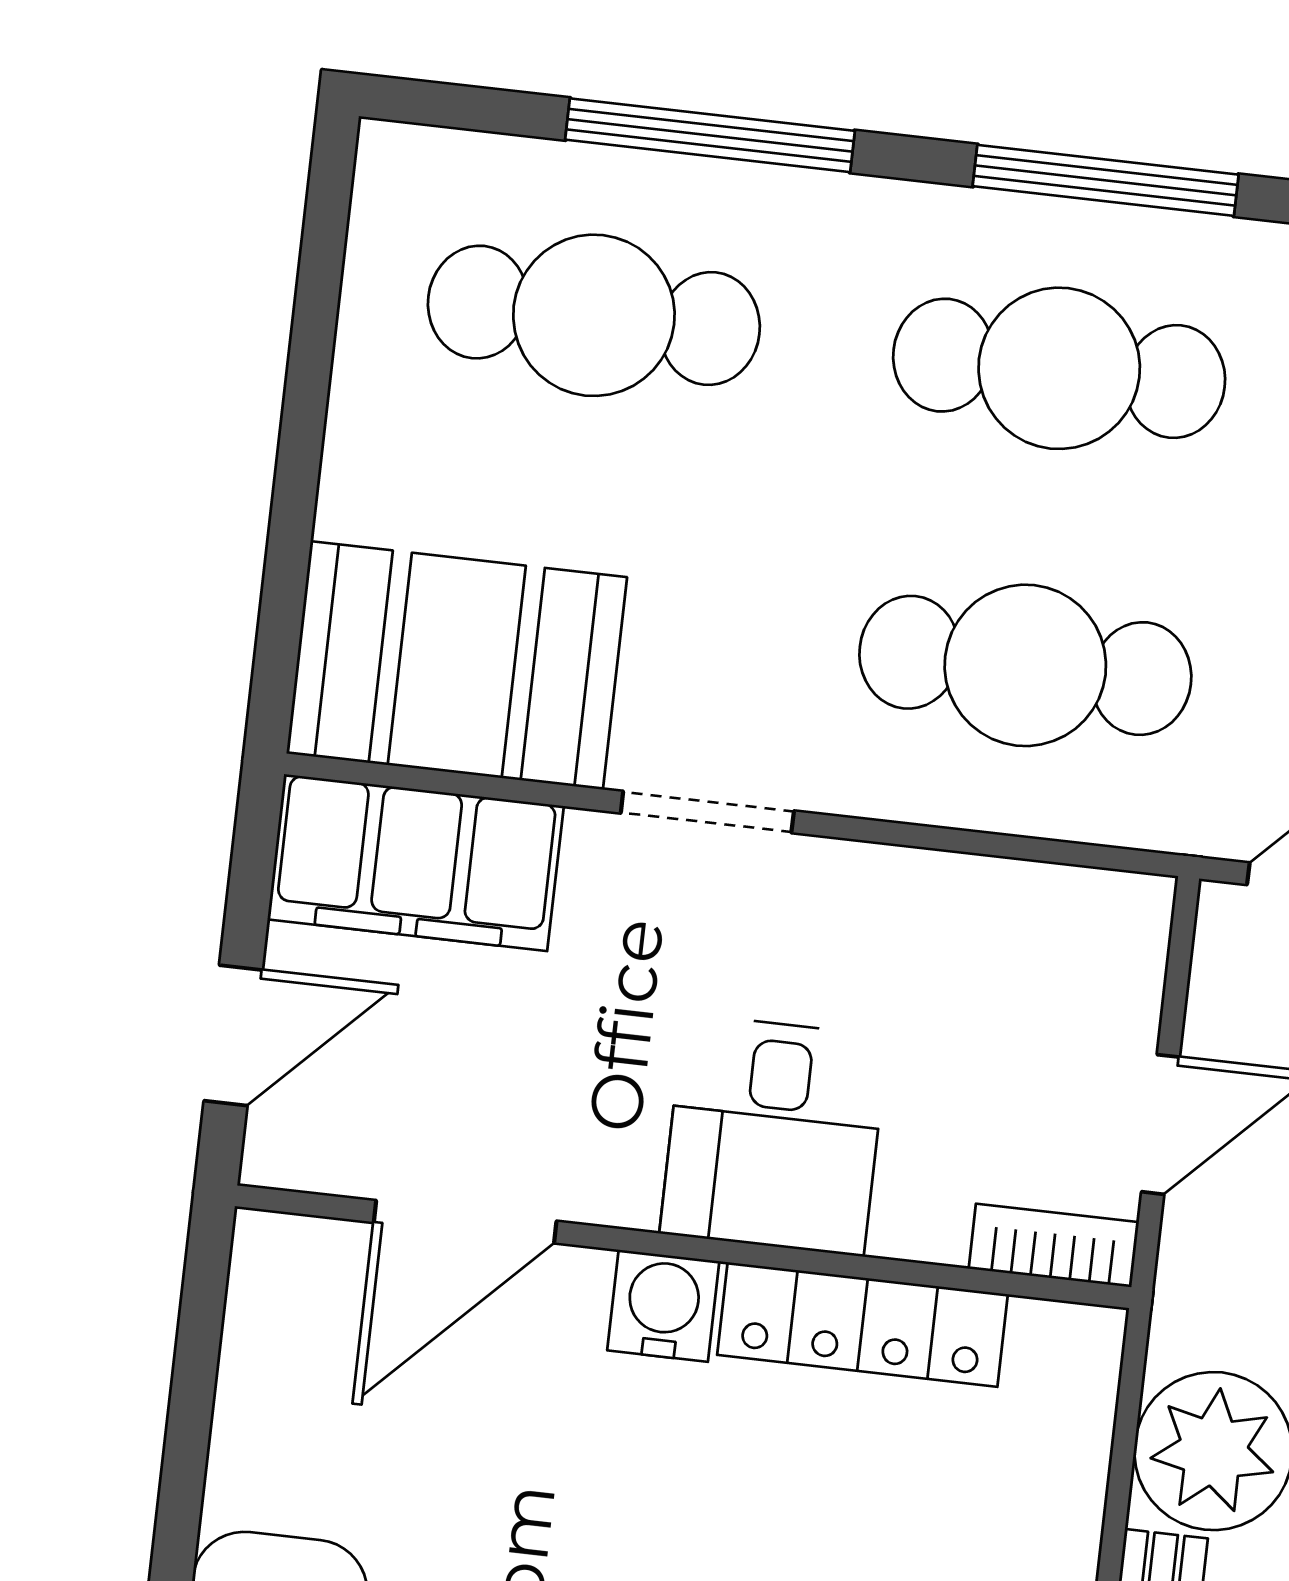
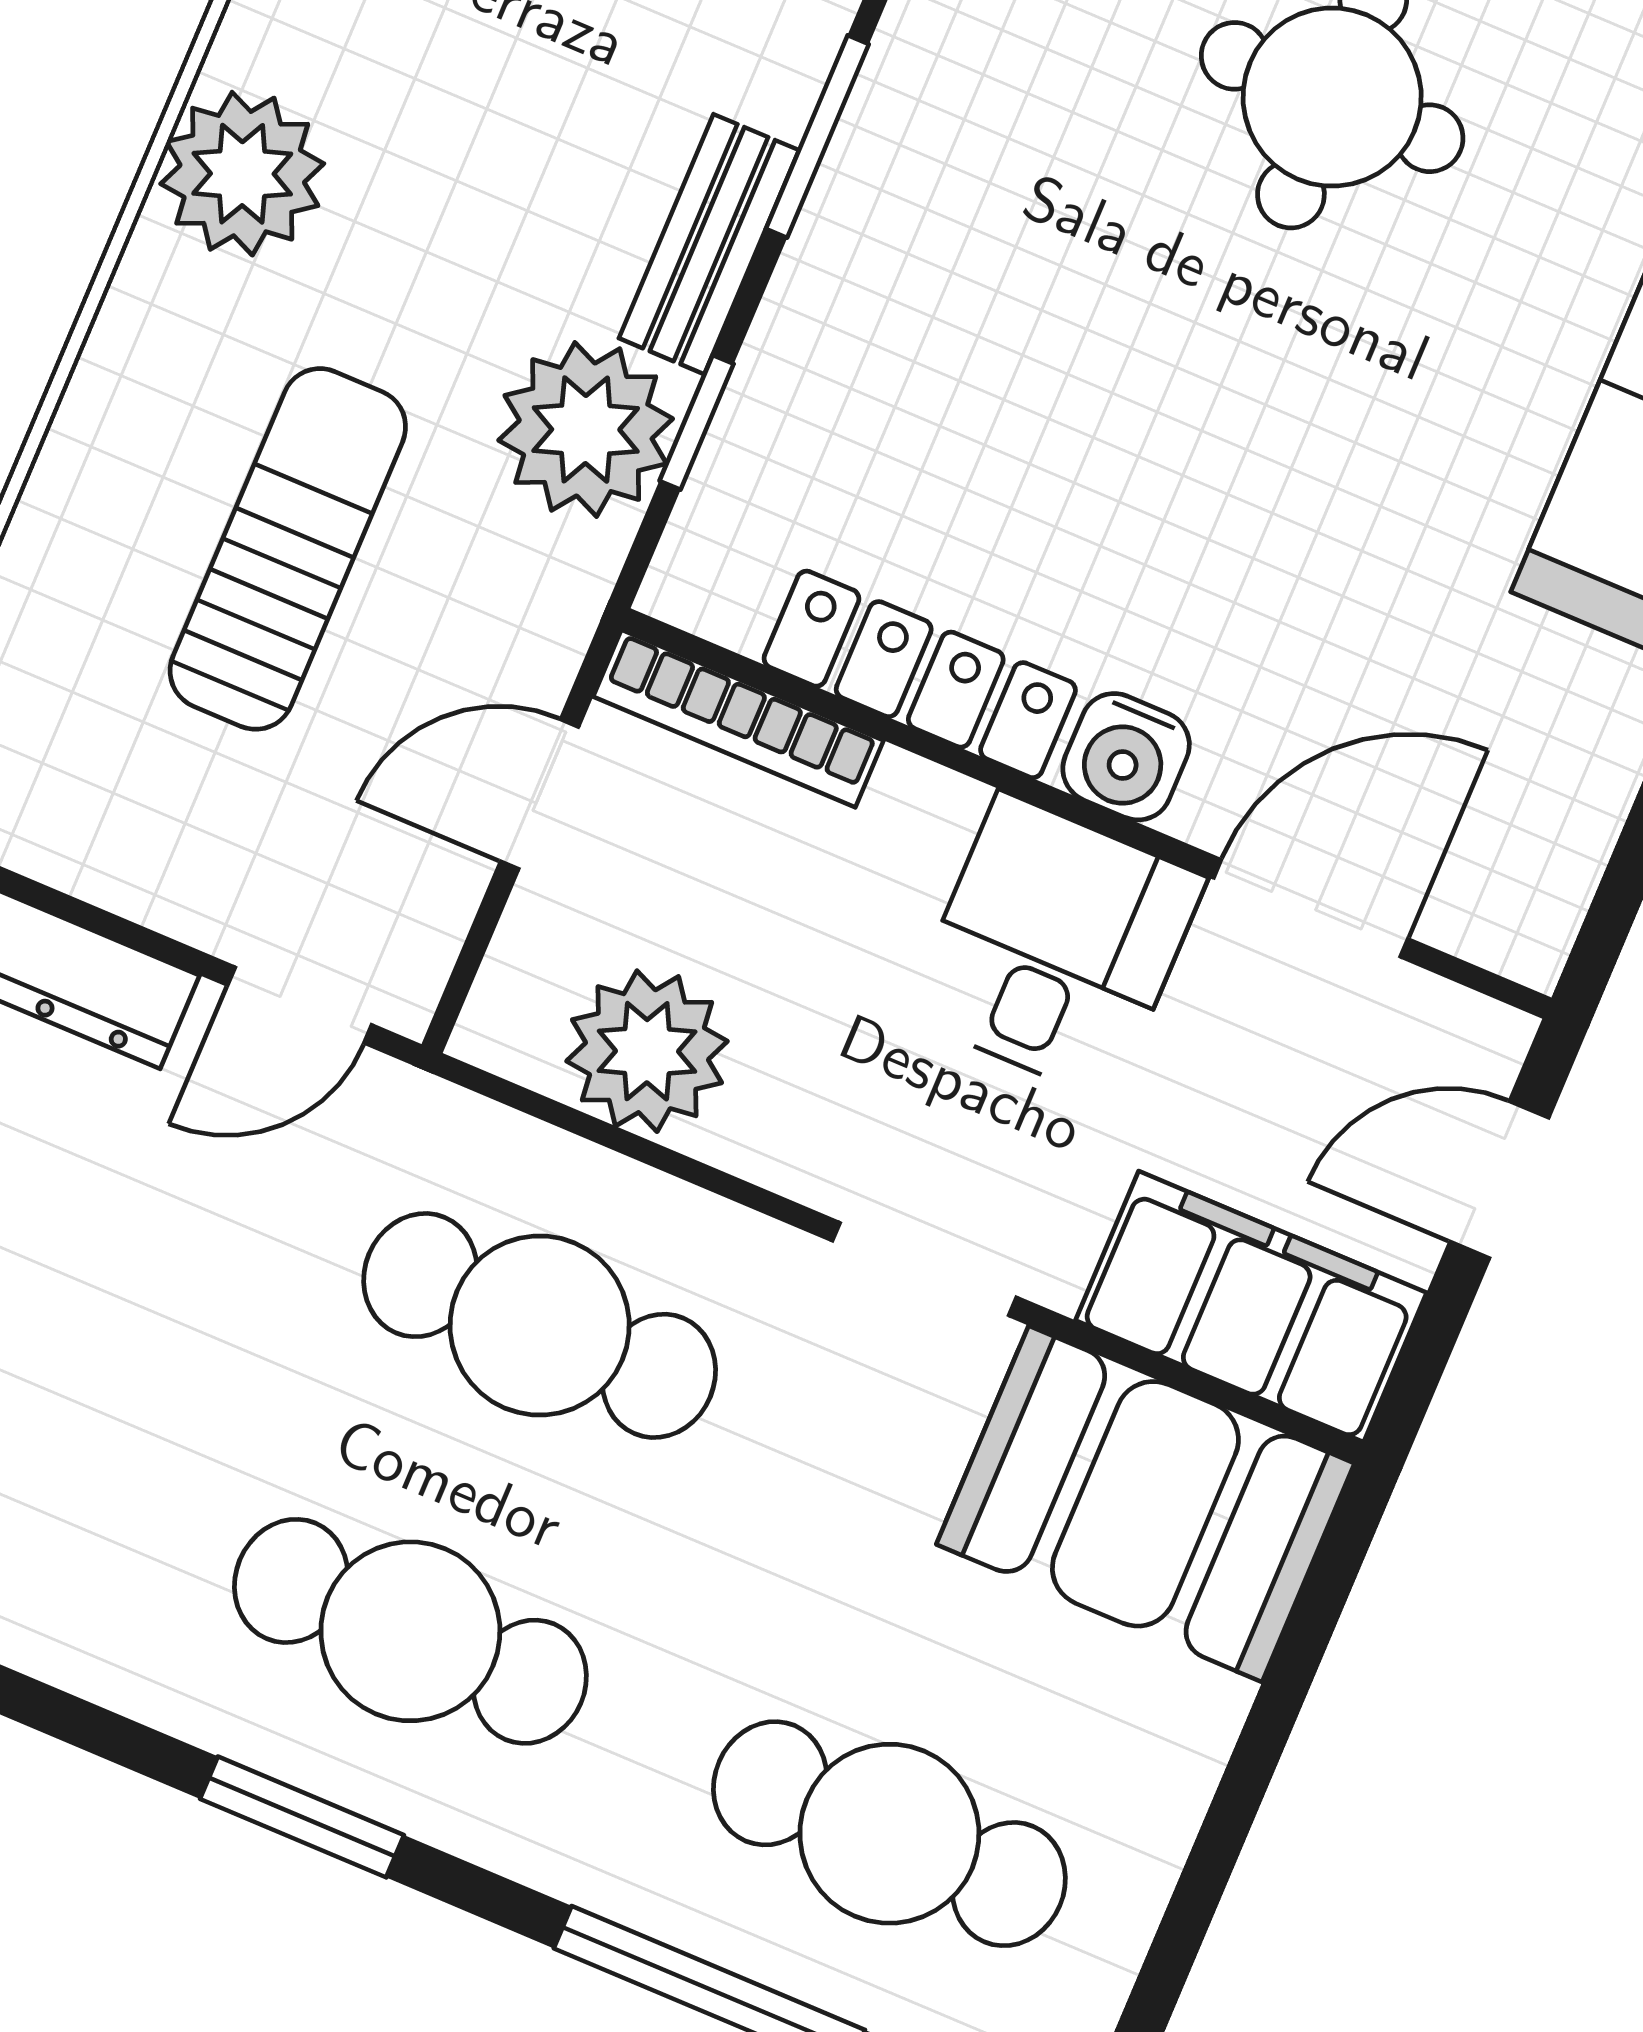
window: (1106, 180) -> (302, 1817), width x0.69
plant: (1002, 930) -> (647, 1051), added
desk: (774, 1135) -> (1056, 947), moved
bookcase: (1054, 1245) -> (738, 719), width x1.56
window: (1119, 1485) -> (697, 422), added

